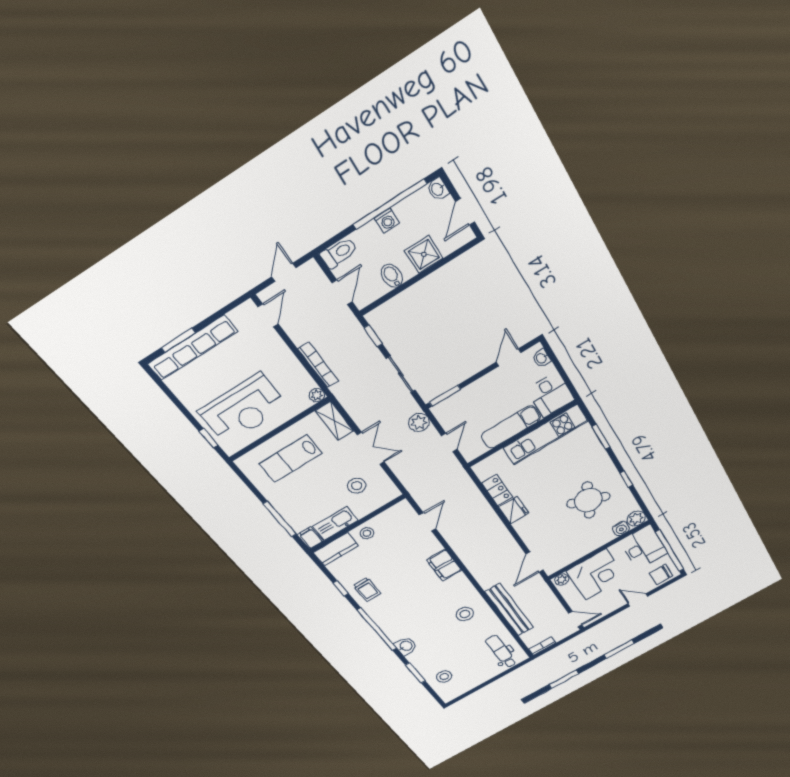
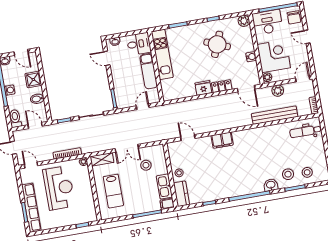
reception desk: (243, 409) -> (59, 188), moved
plant: (419, 422) -> (278, 91), moved
door: (449, 442) -> (143, 107), hinge flipped
double door: (371, 448) -> (127, 148), swing flipped
locker: (497, 490) -> (222, 86), moved
water cooler: (621, 529) -> (251, 57), moved
trolley: (367, 590) -> (218, 189), removed
door: (638, 600) -> (307, 37), hinge flipped
stool: (465, 614) -> (288, 174), moved

